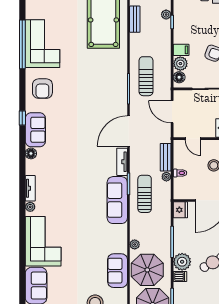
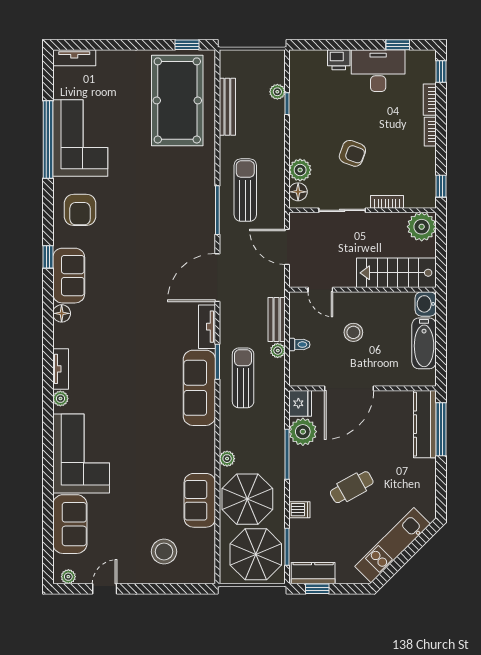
bench: (135, 19) -> (227, 107), width x1.36
filing cabinet: (181, 50) -> (301, 148), removed
plant: (182, 262) -> (303, 432), moved

